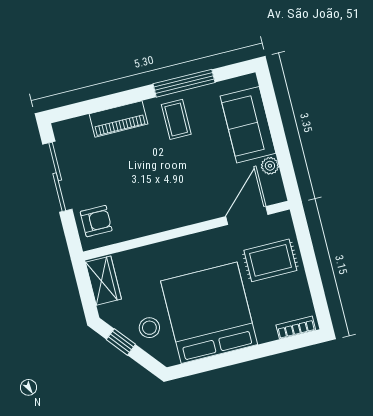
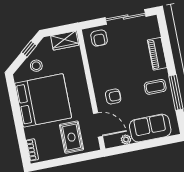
armchair: (196, 192) -> (113, 96), added

